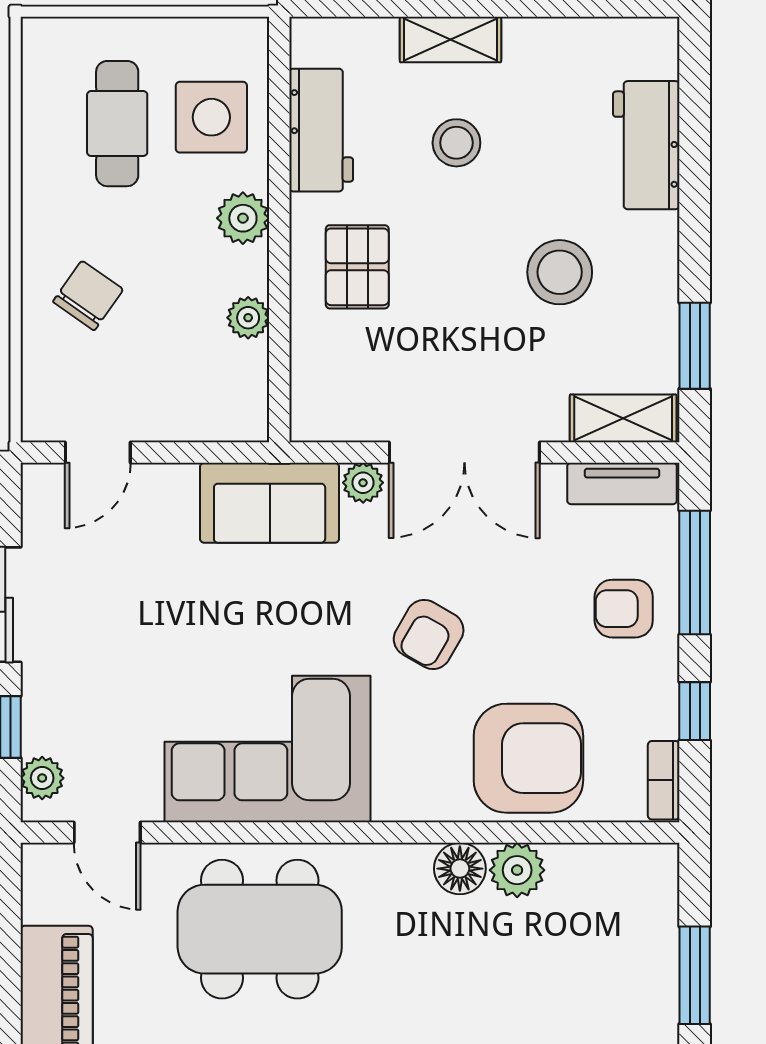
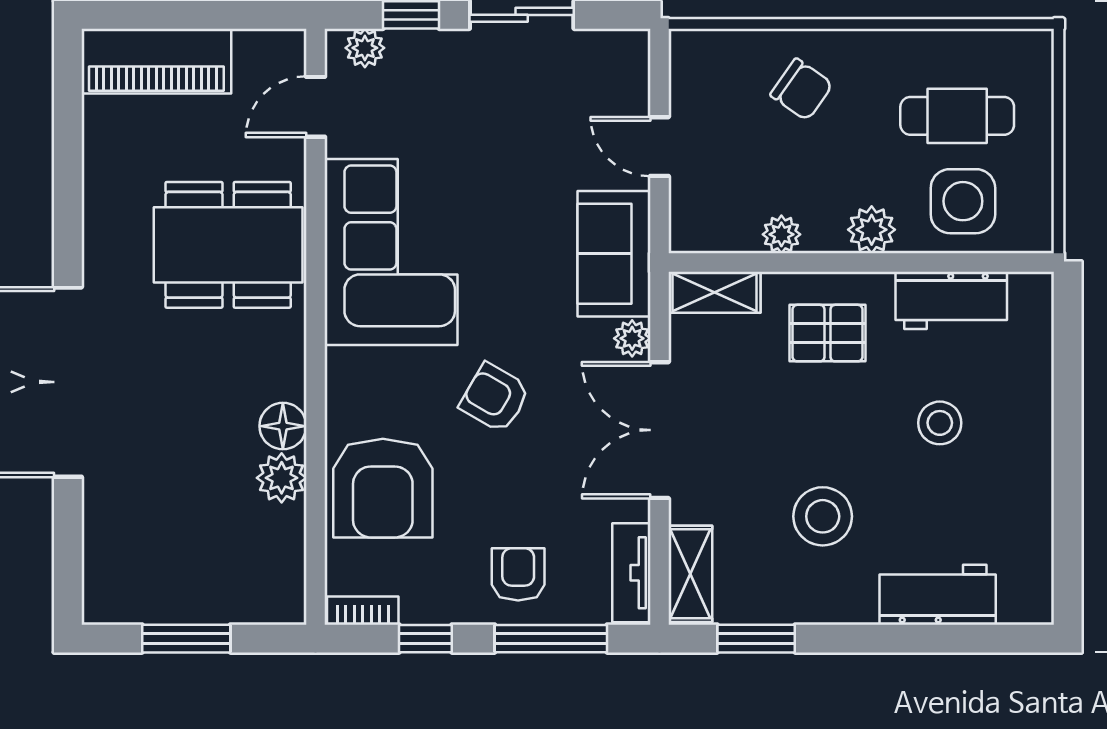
shelving: (450, 39) -> (714, 292), moved, turned 90
door: (98, 453) -> (659, 147), moved
dining table: (260, 929) -> (228, 245), turned 90

